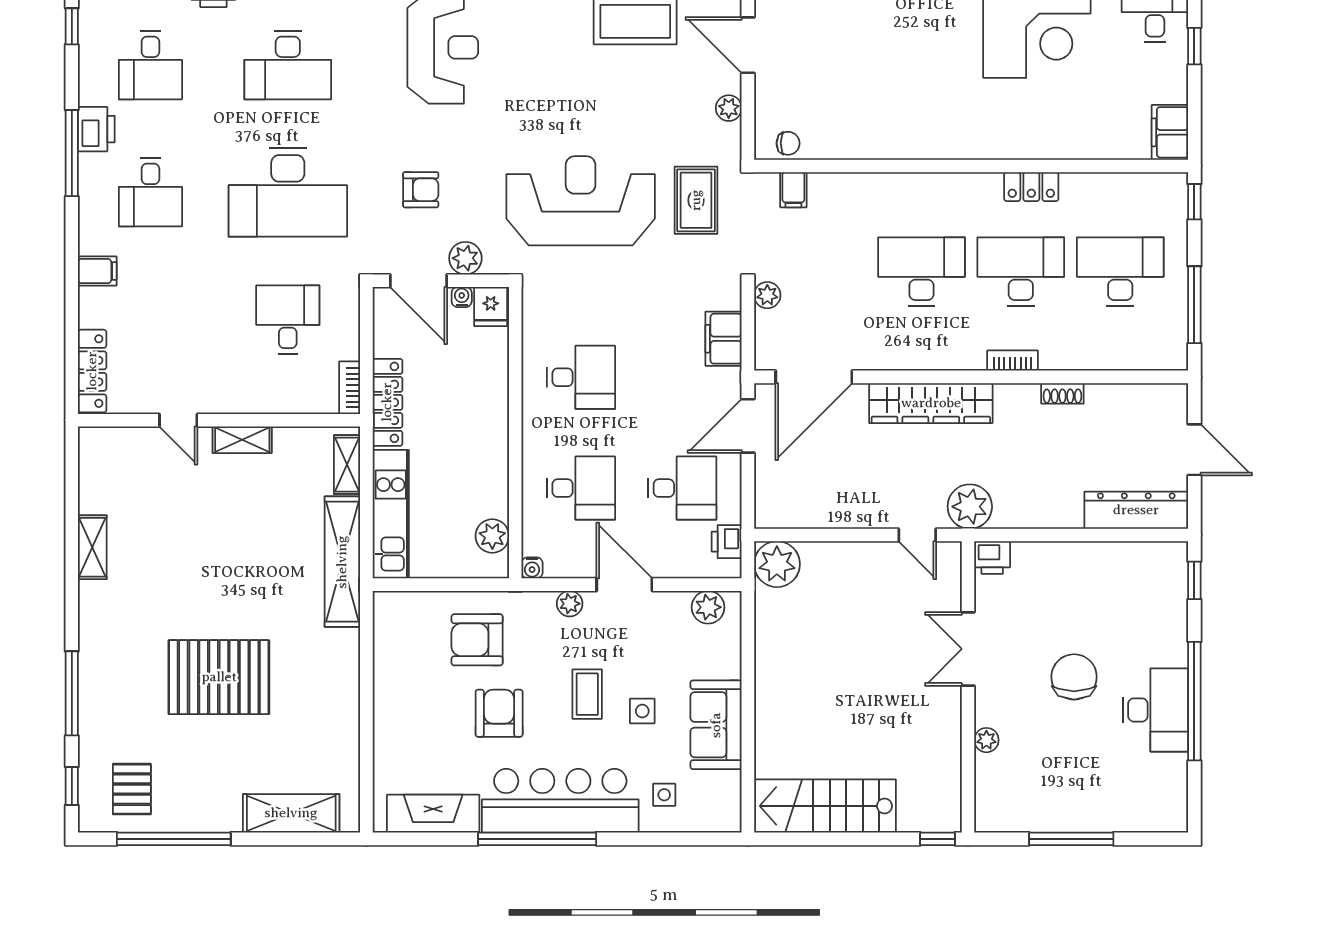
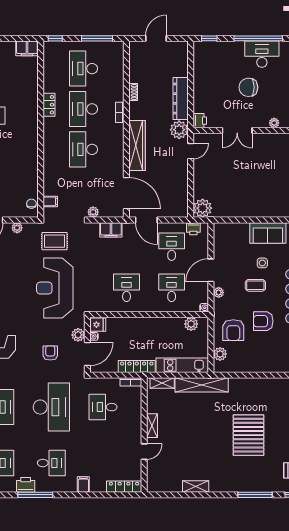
dresser: (1136, 510) -> (181, 99), moved
plant: (708, 607) -> (220, 354), moved

